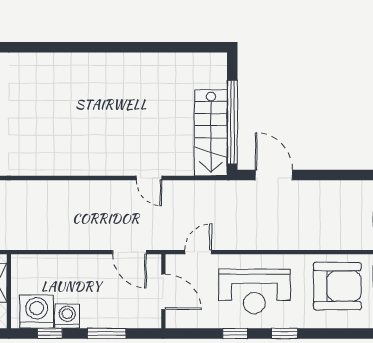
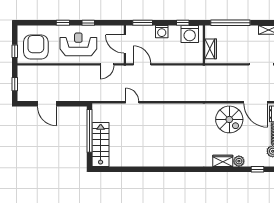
stairs: (211, 133) -> (101, 144), moved
door: (274, 175) -> (47, 104), moved
armchair: (337, 286) -> (36, 47), turned 90
washing machine: (67, 316) -> (162, 32), moved
window: (107, 333) -> (143, 23), moved

